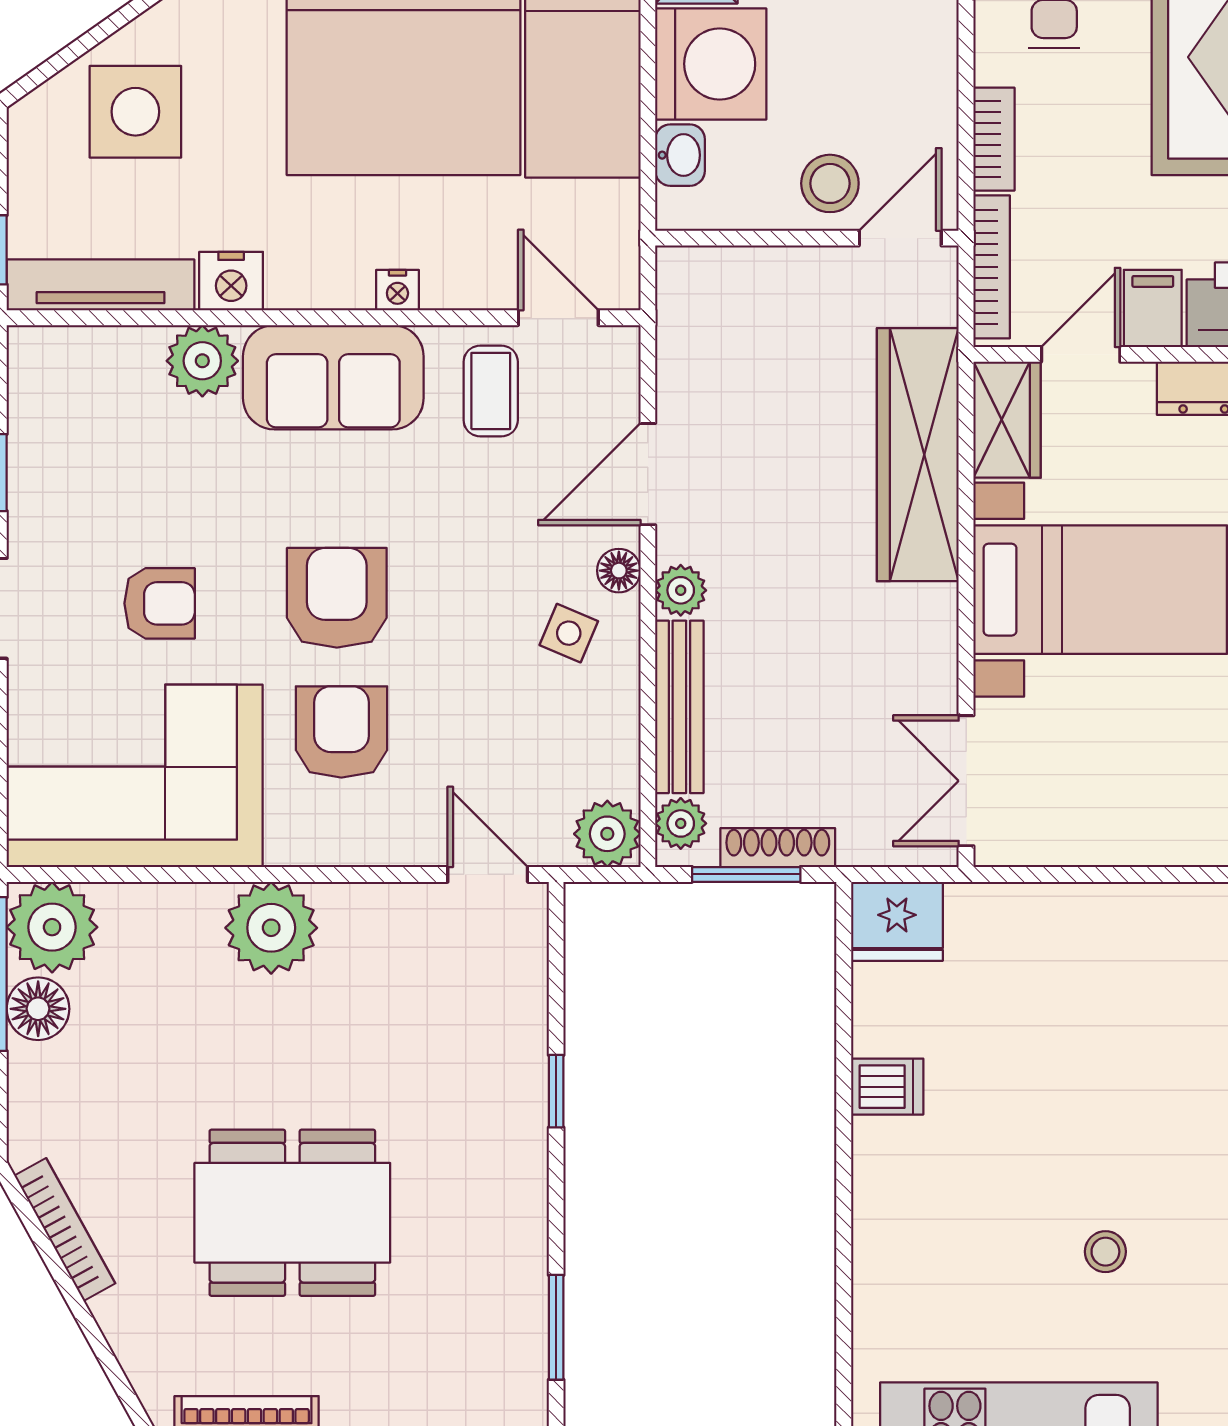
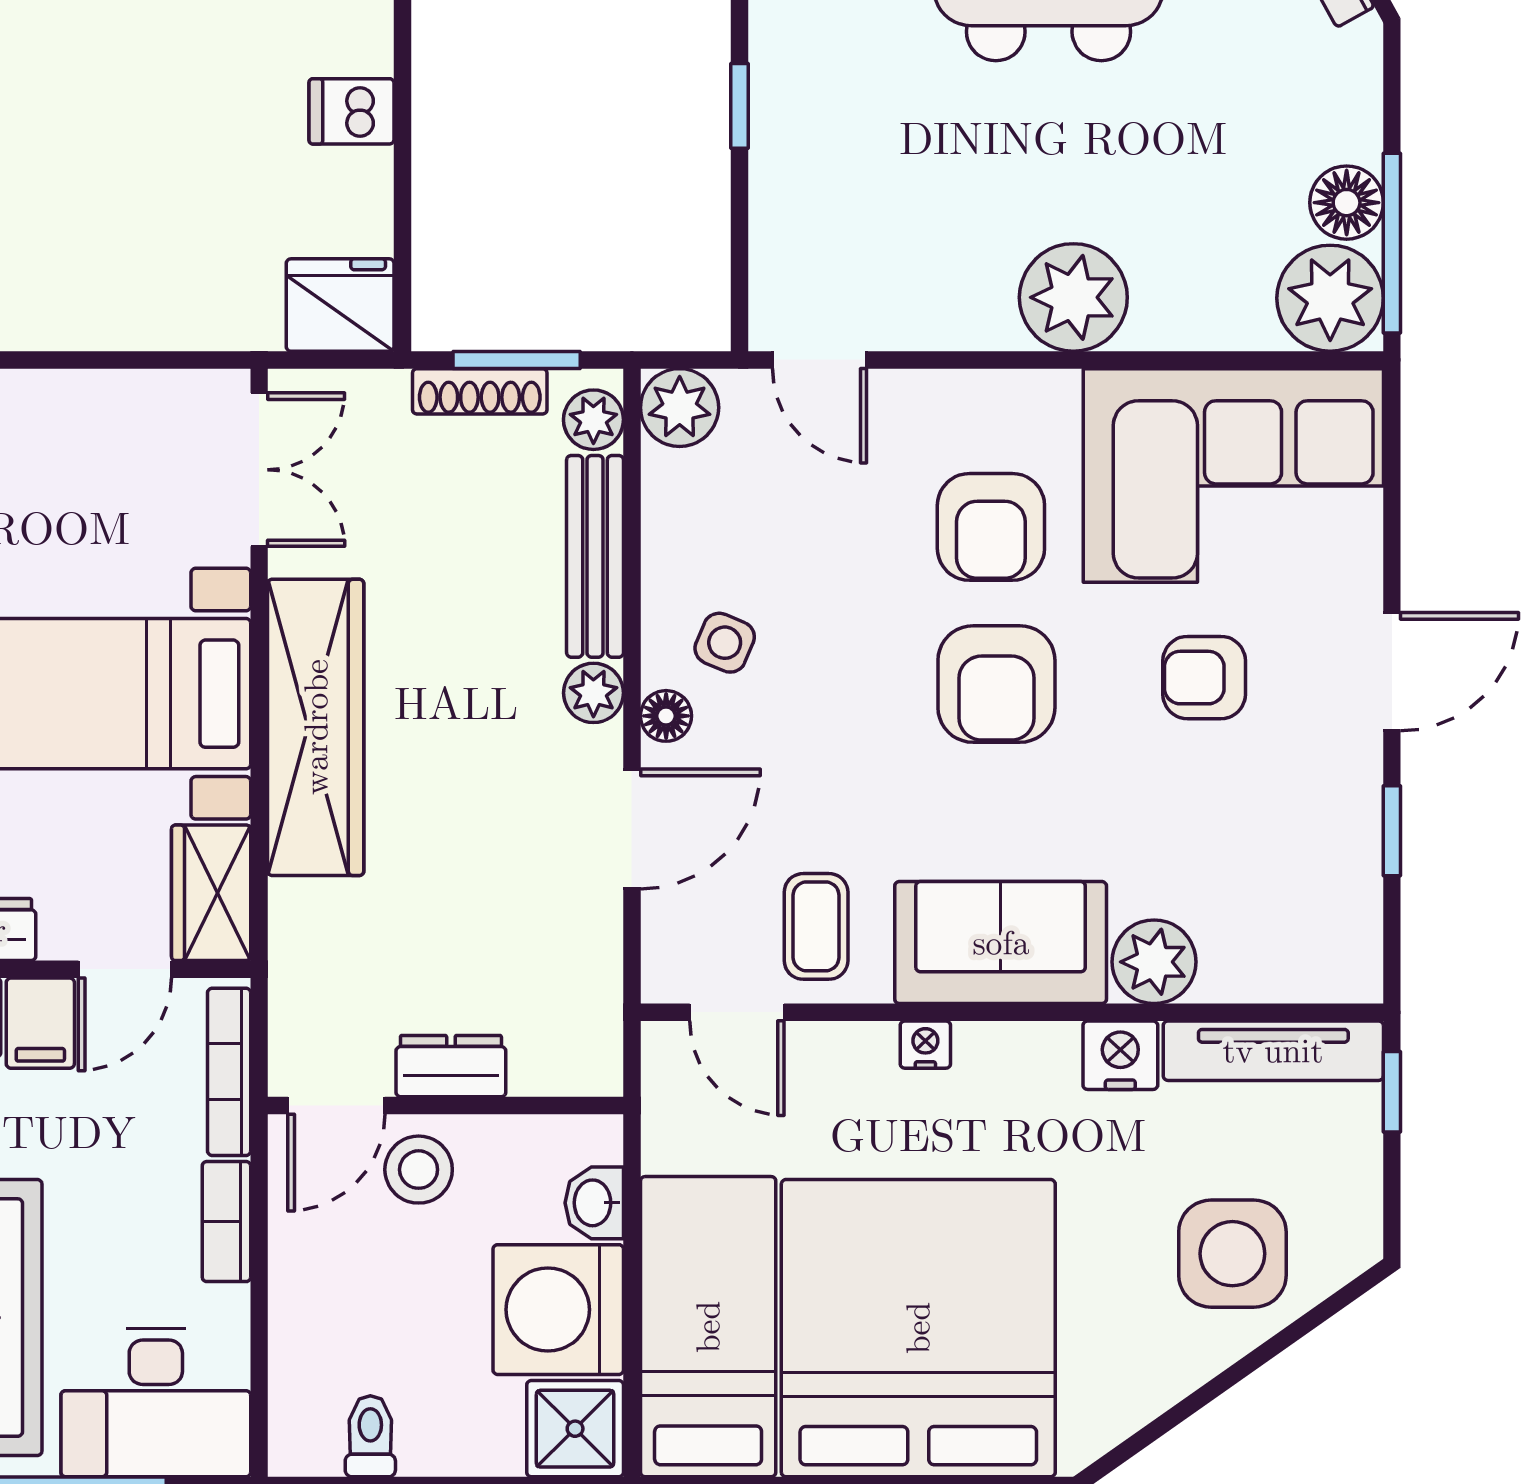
dresser: (802, 272) -> (451, 1066), added
wardrobe: (918, 455) -> (316, 727), moved

